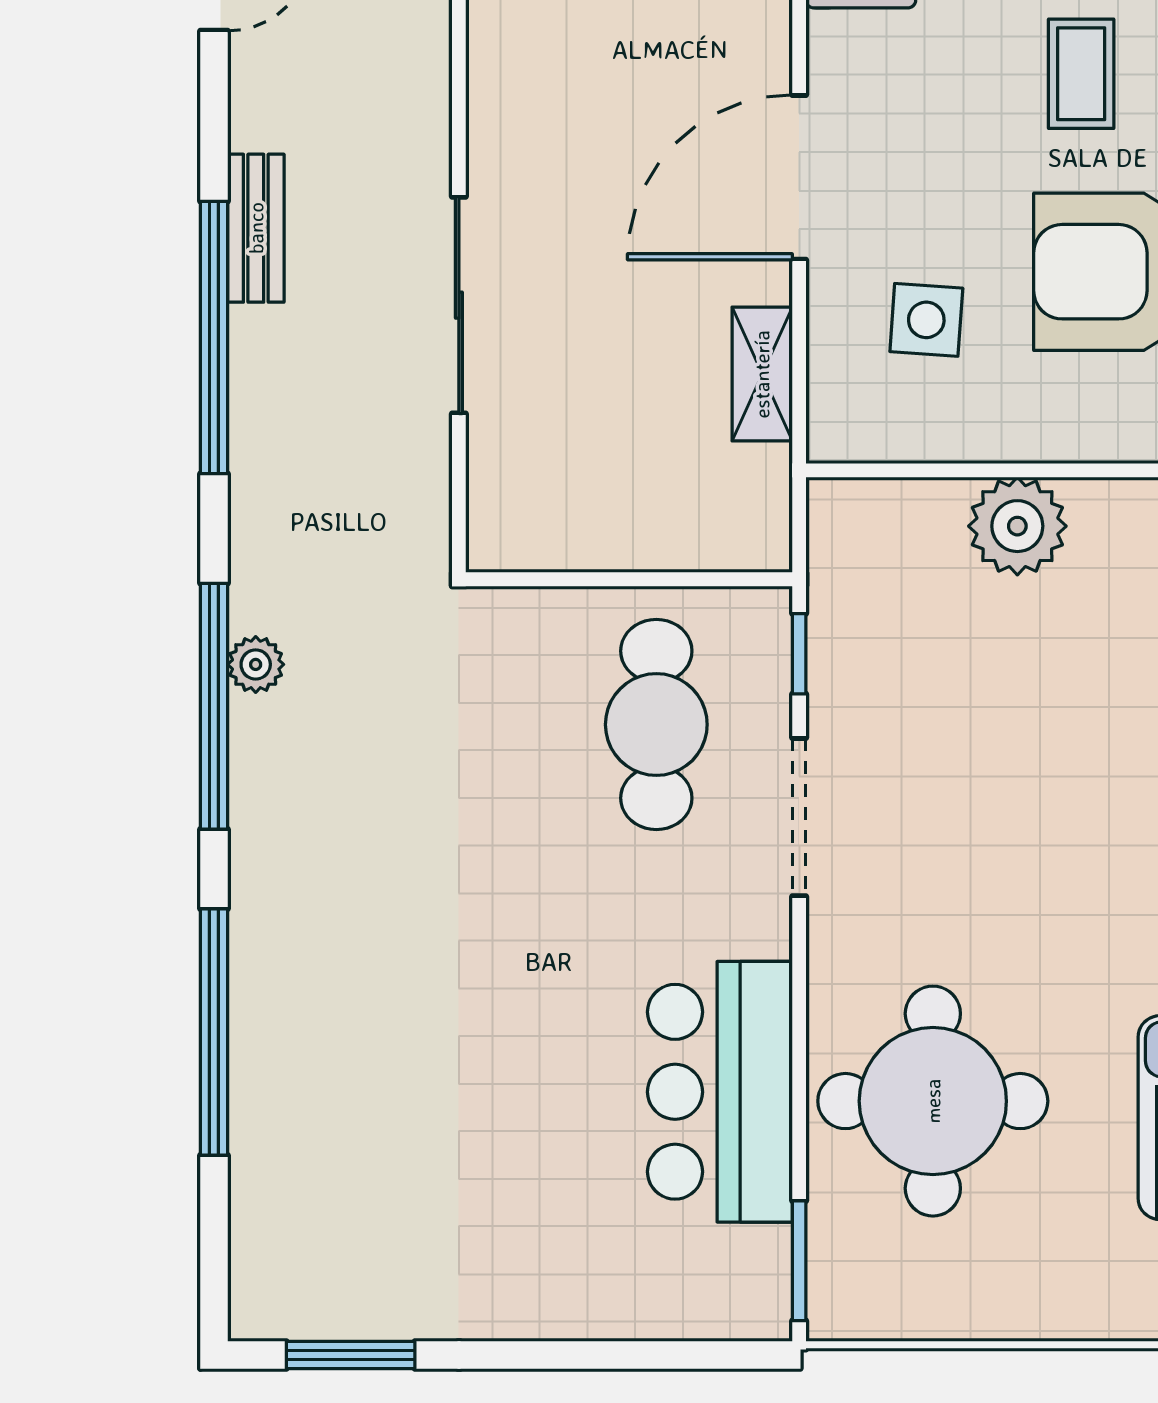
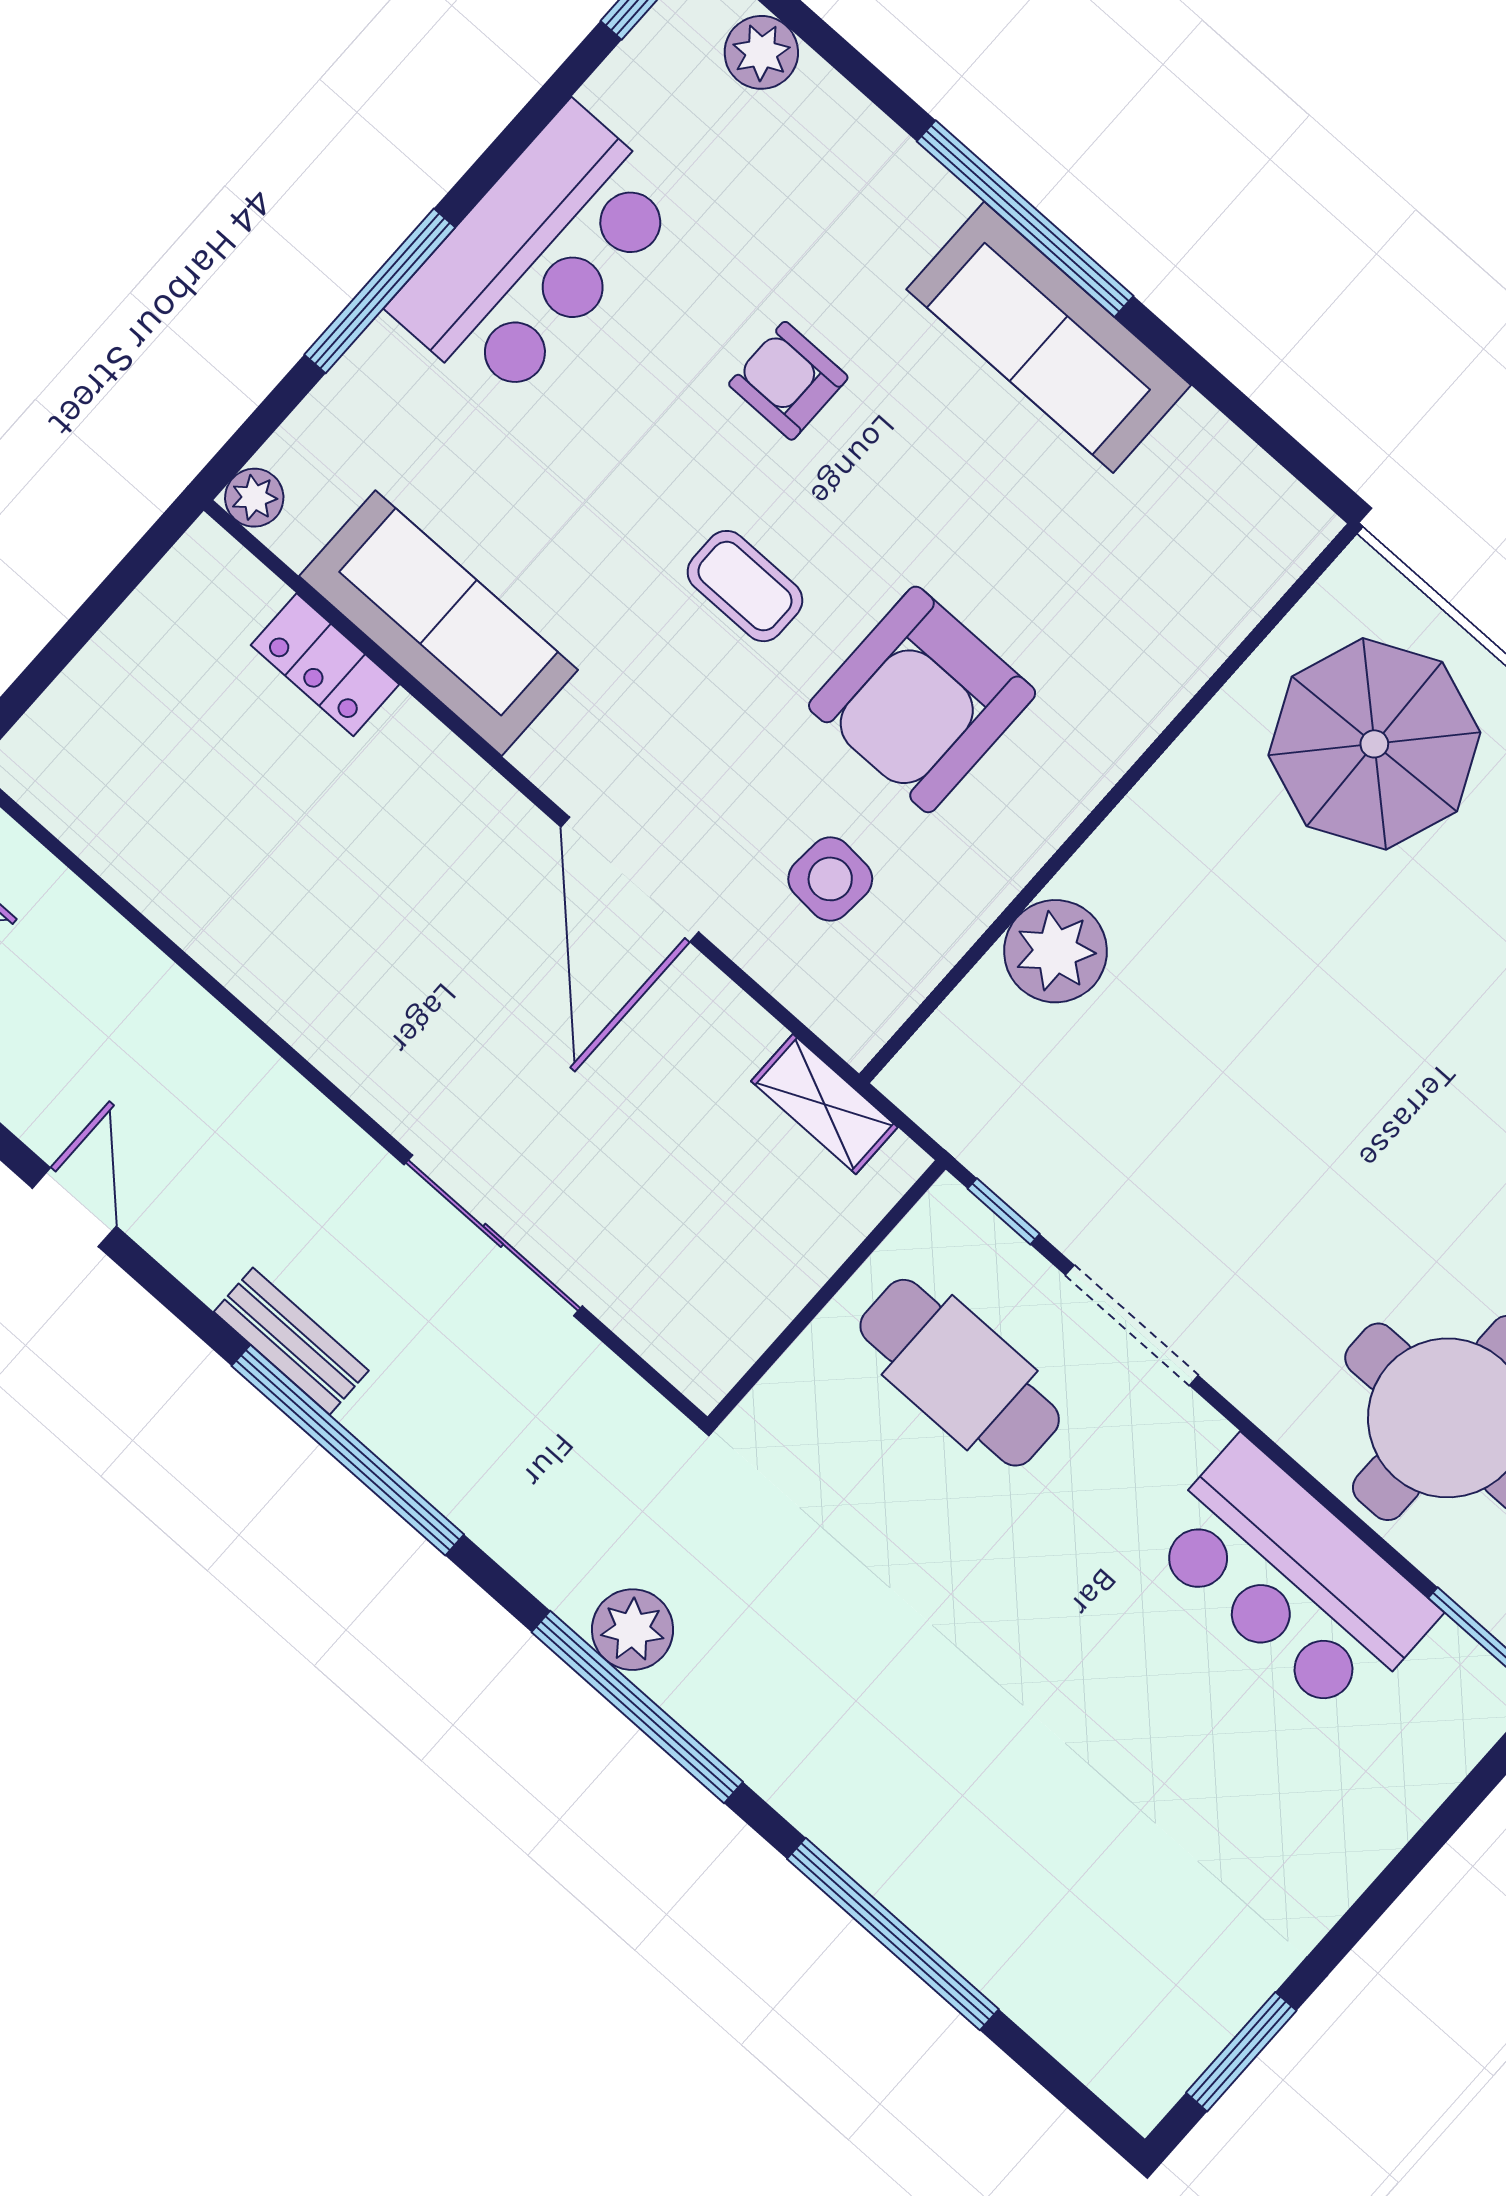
shelving: (762, 374) -> (824, 1104), moved
plant: (256, 664) -> (633, 1630), width x1.38, depth x1.38

